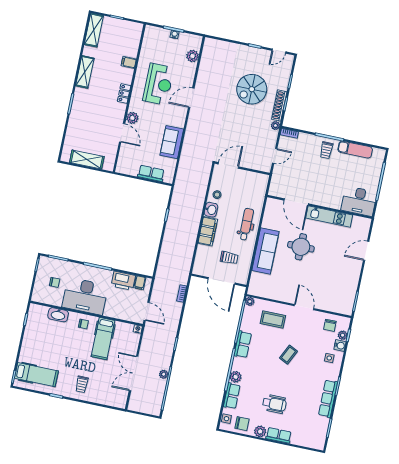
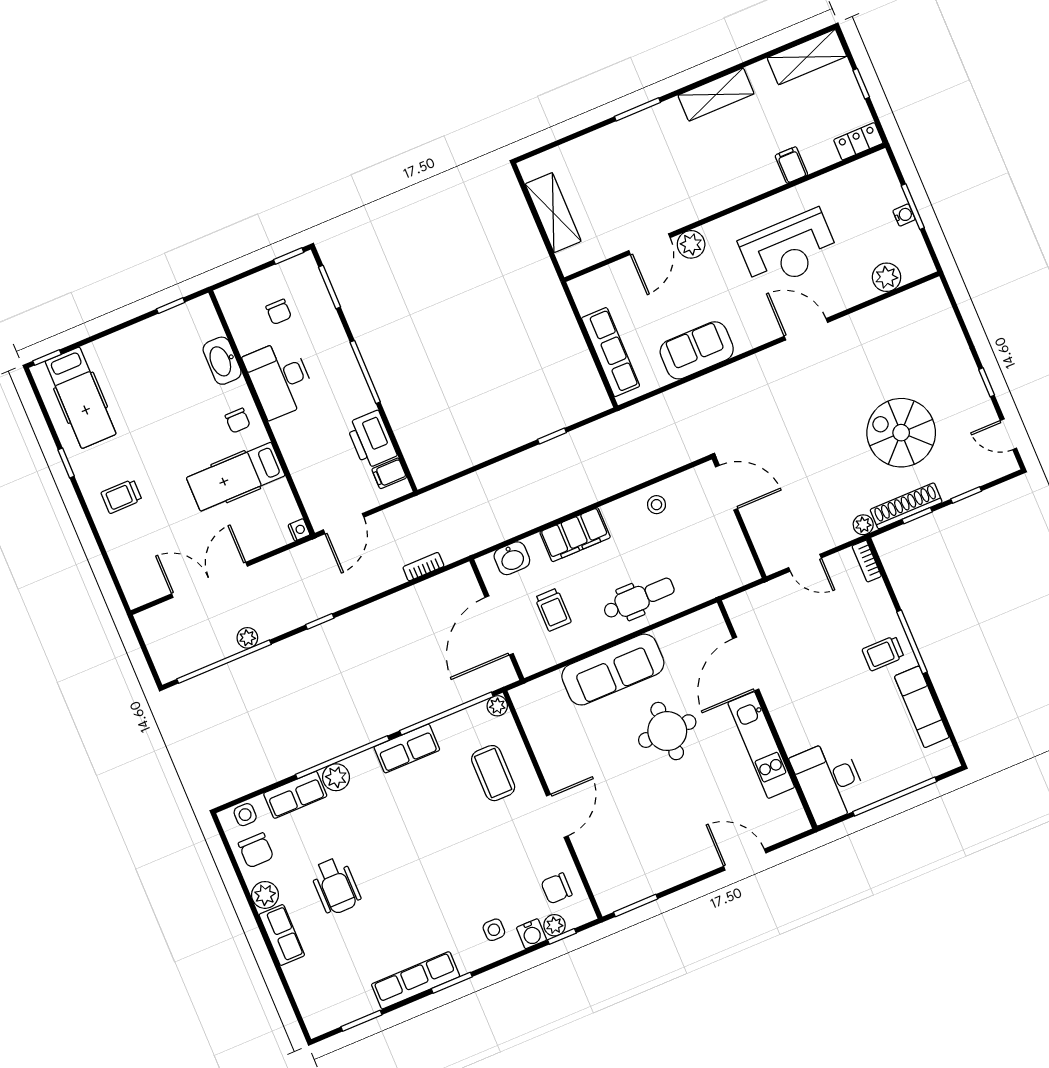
locker: (124, 93) -> (858, 141), moved
row of seats: (151, 173) -> (611, 352), width x1.48
washbasin: (211, 210) -> (512, 558), moved
desk: (85, 296) -> (280, 379), width x0.73, depth x0.77
coffee table: (288, 355) -> (447, 848), removed

